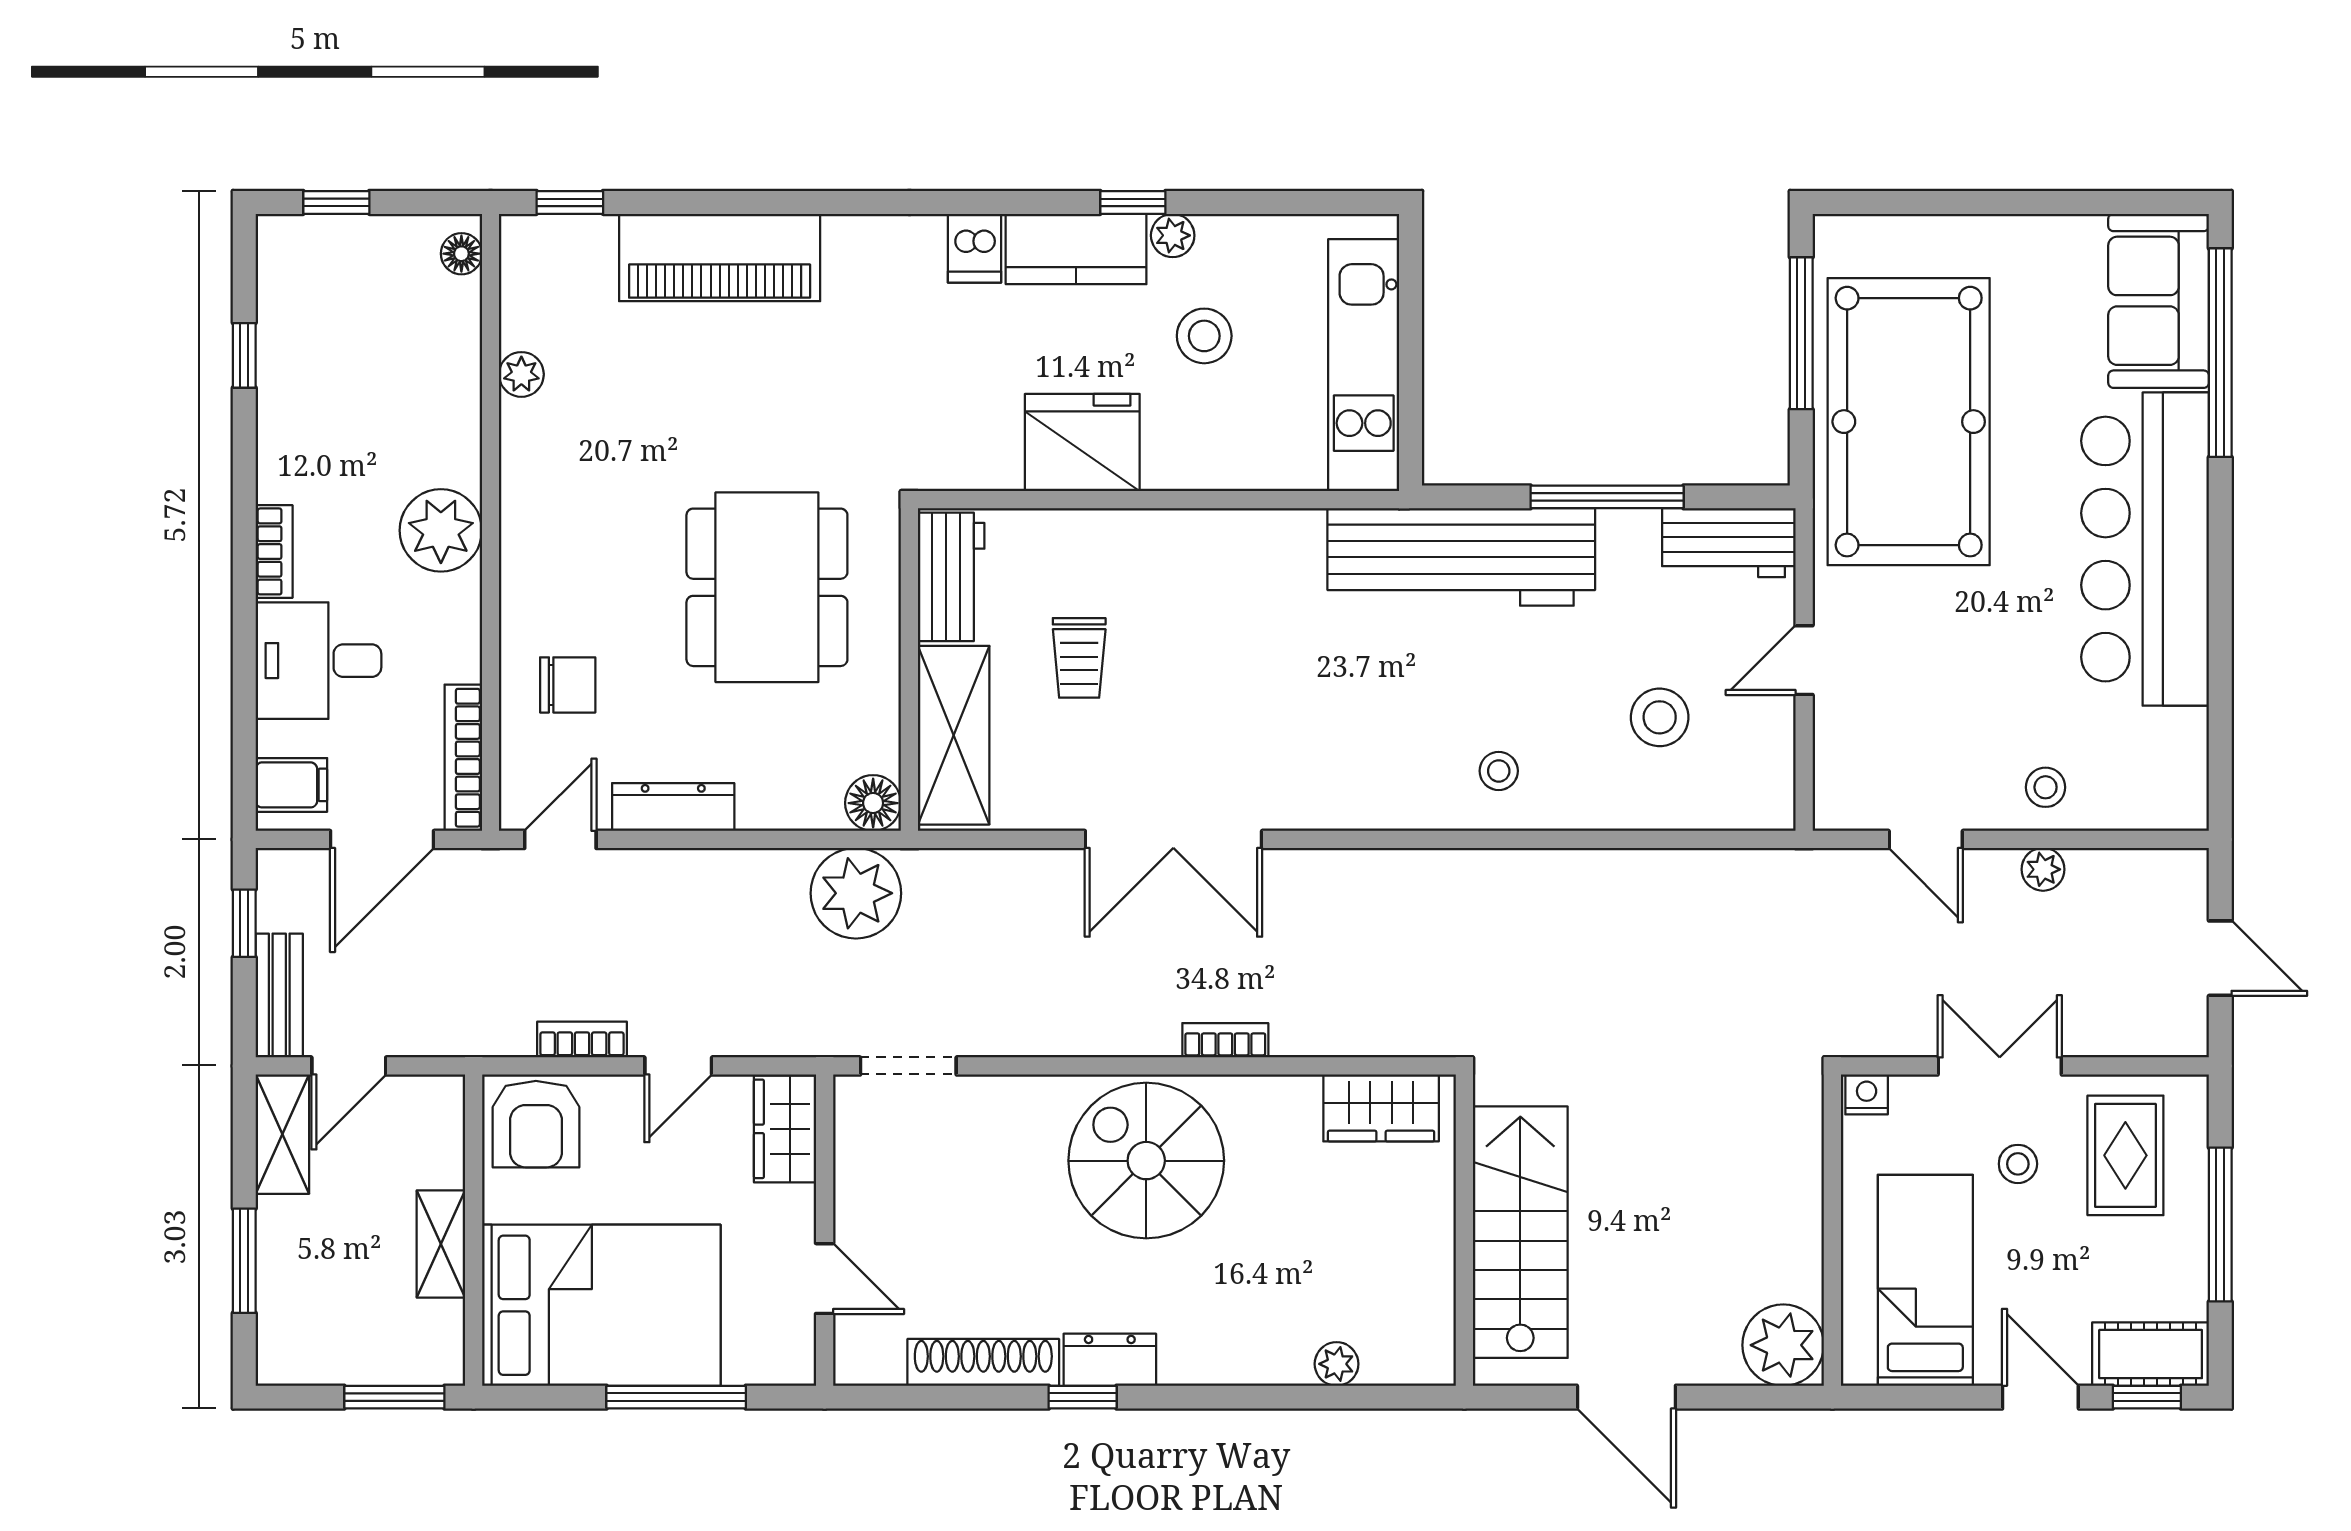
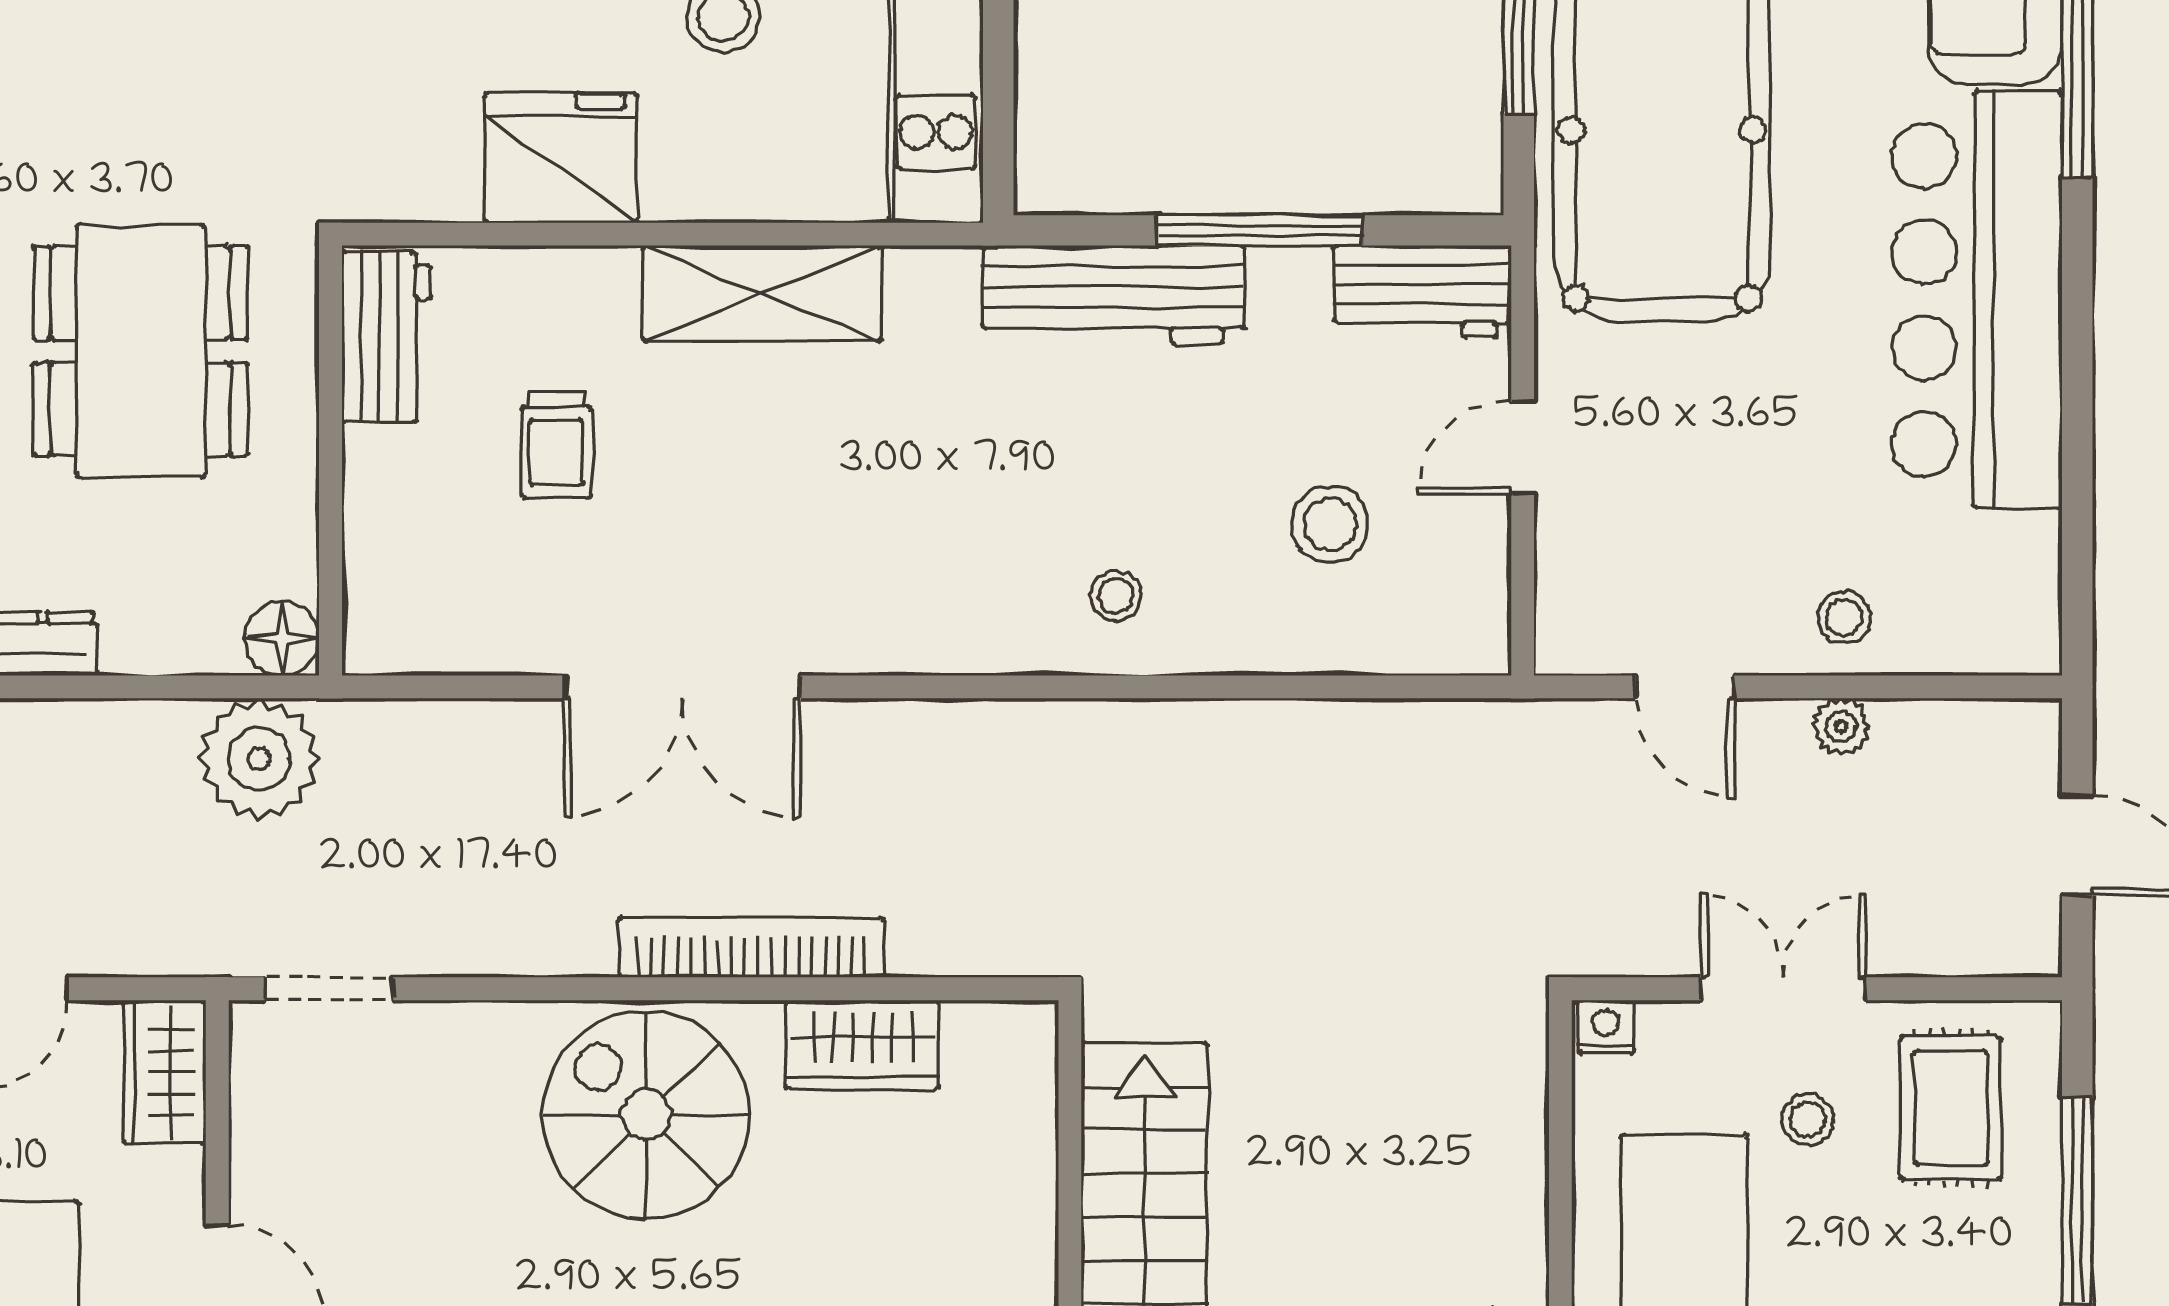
workbench: (1461, 557) -> (1113, 295), width x0.73, depth x0.76
shelving: (954, 735) -> (762, 293), moved, turned 90
bookcase: (1225, 1040) -> (751, 947), width x2.31, depth x1.31
wardrobe: (1381, 1108) -> (862, 1045), moved

